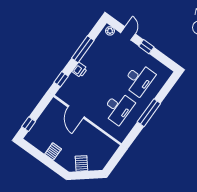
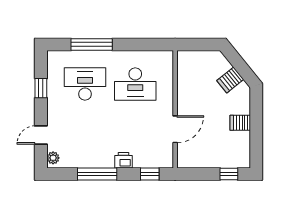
window: (146, 47) -> (41, 88), moved
desk: (118, 108) -> (135, 84), turned 180
window: (149, 113) -> (92, 44), moved

